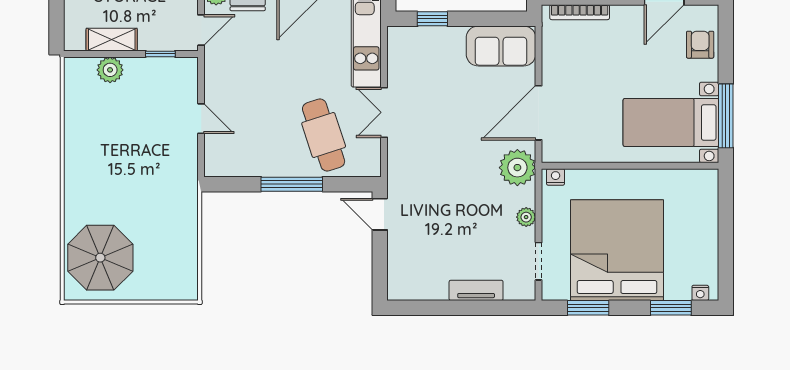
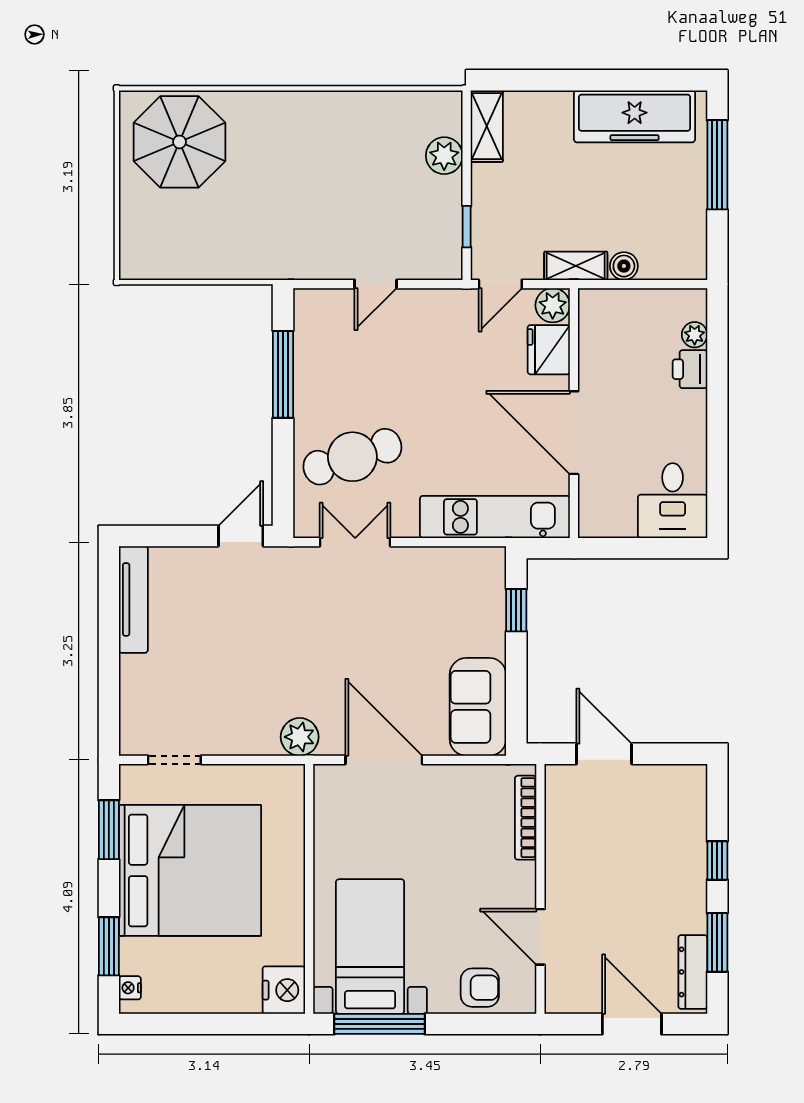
door: (201, 30) -> (500, 284), hinge flipped
shelving: (112, 40) -> (487, 126), moved
double door: (384, 112) -> (355, 542), moved
plant: (517, 168) -> (300, 737), width x0.73, depth x0.73
nightstand: (556, 177) -> (284, 990), moved, width x1.89, depth x1.79
window: (292, 184) -> (283, 374), moved
plant: (526, 217) -> (237, 742), removed
tv unit: (476, 290) -> (133, 599), moved, width x1.41

